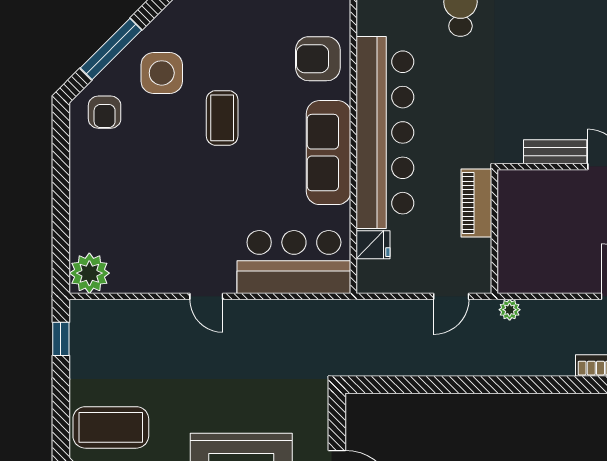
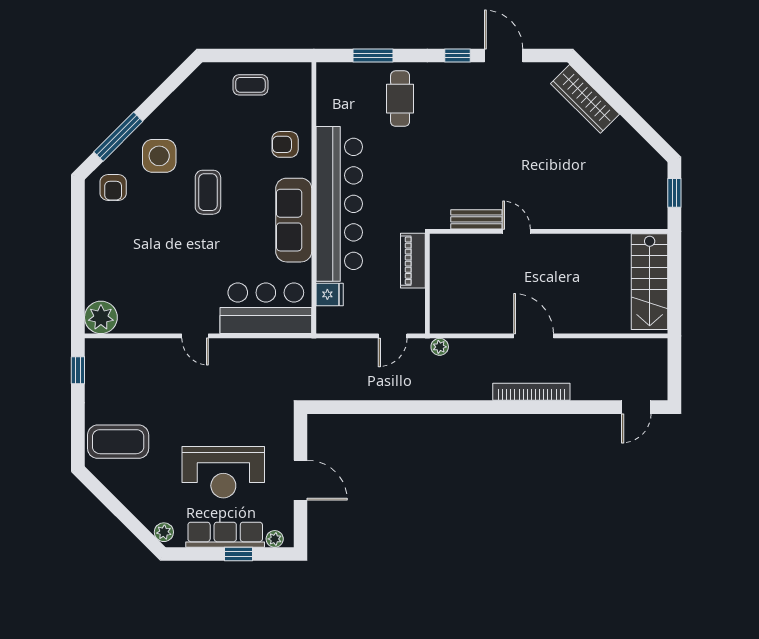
armchair: (318, 59) -> (285, 144), width x0.72, depth x0.72

